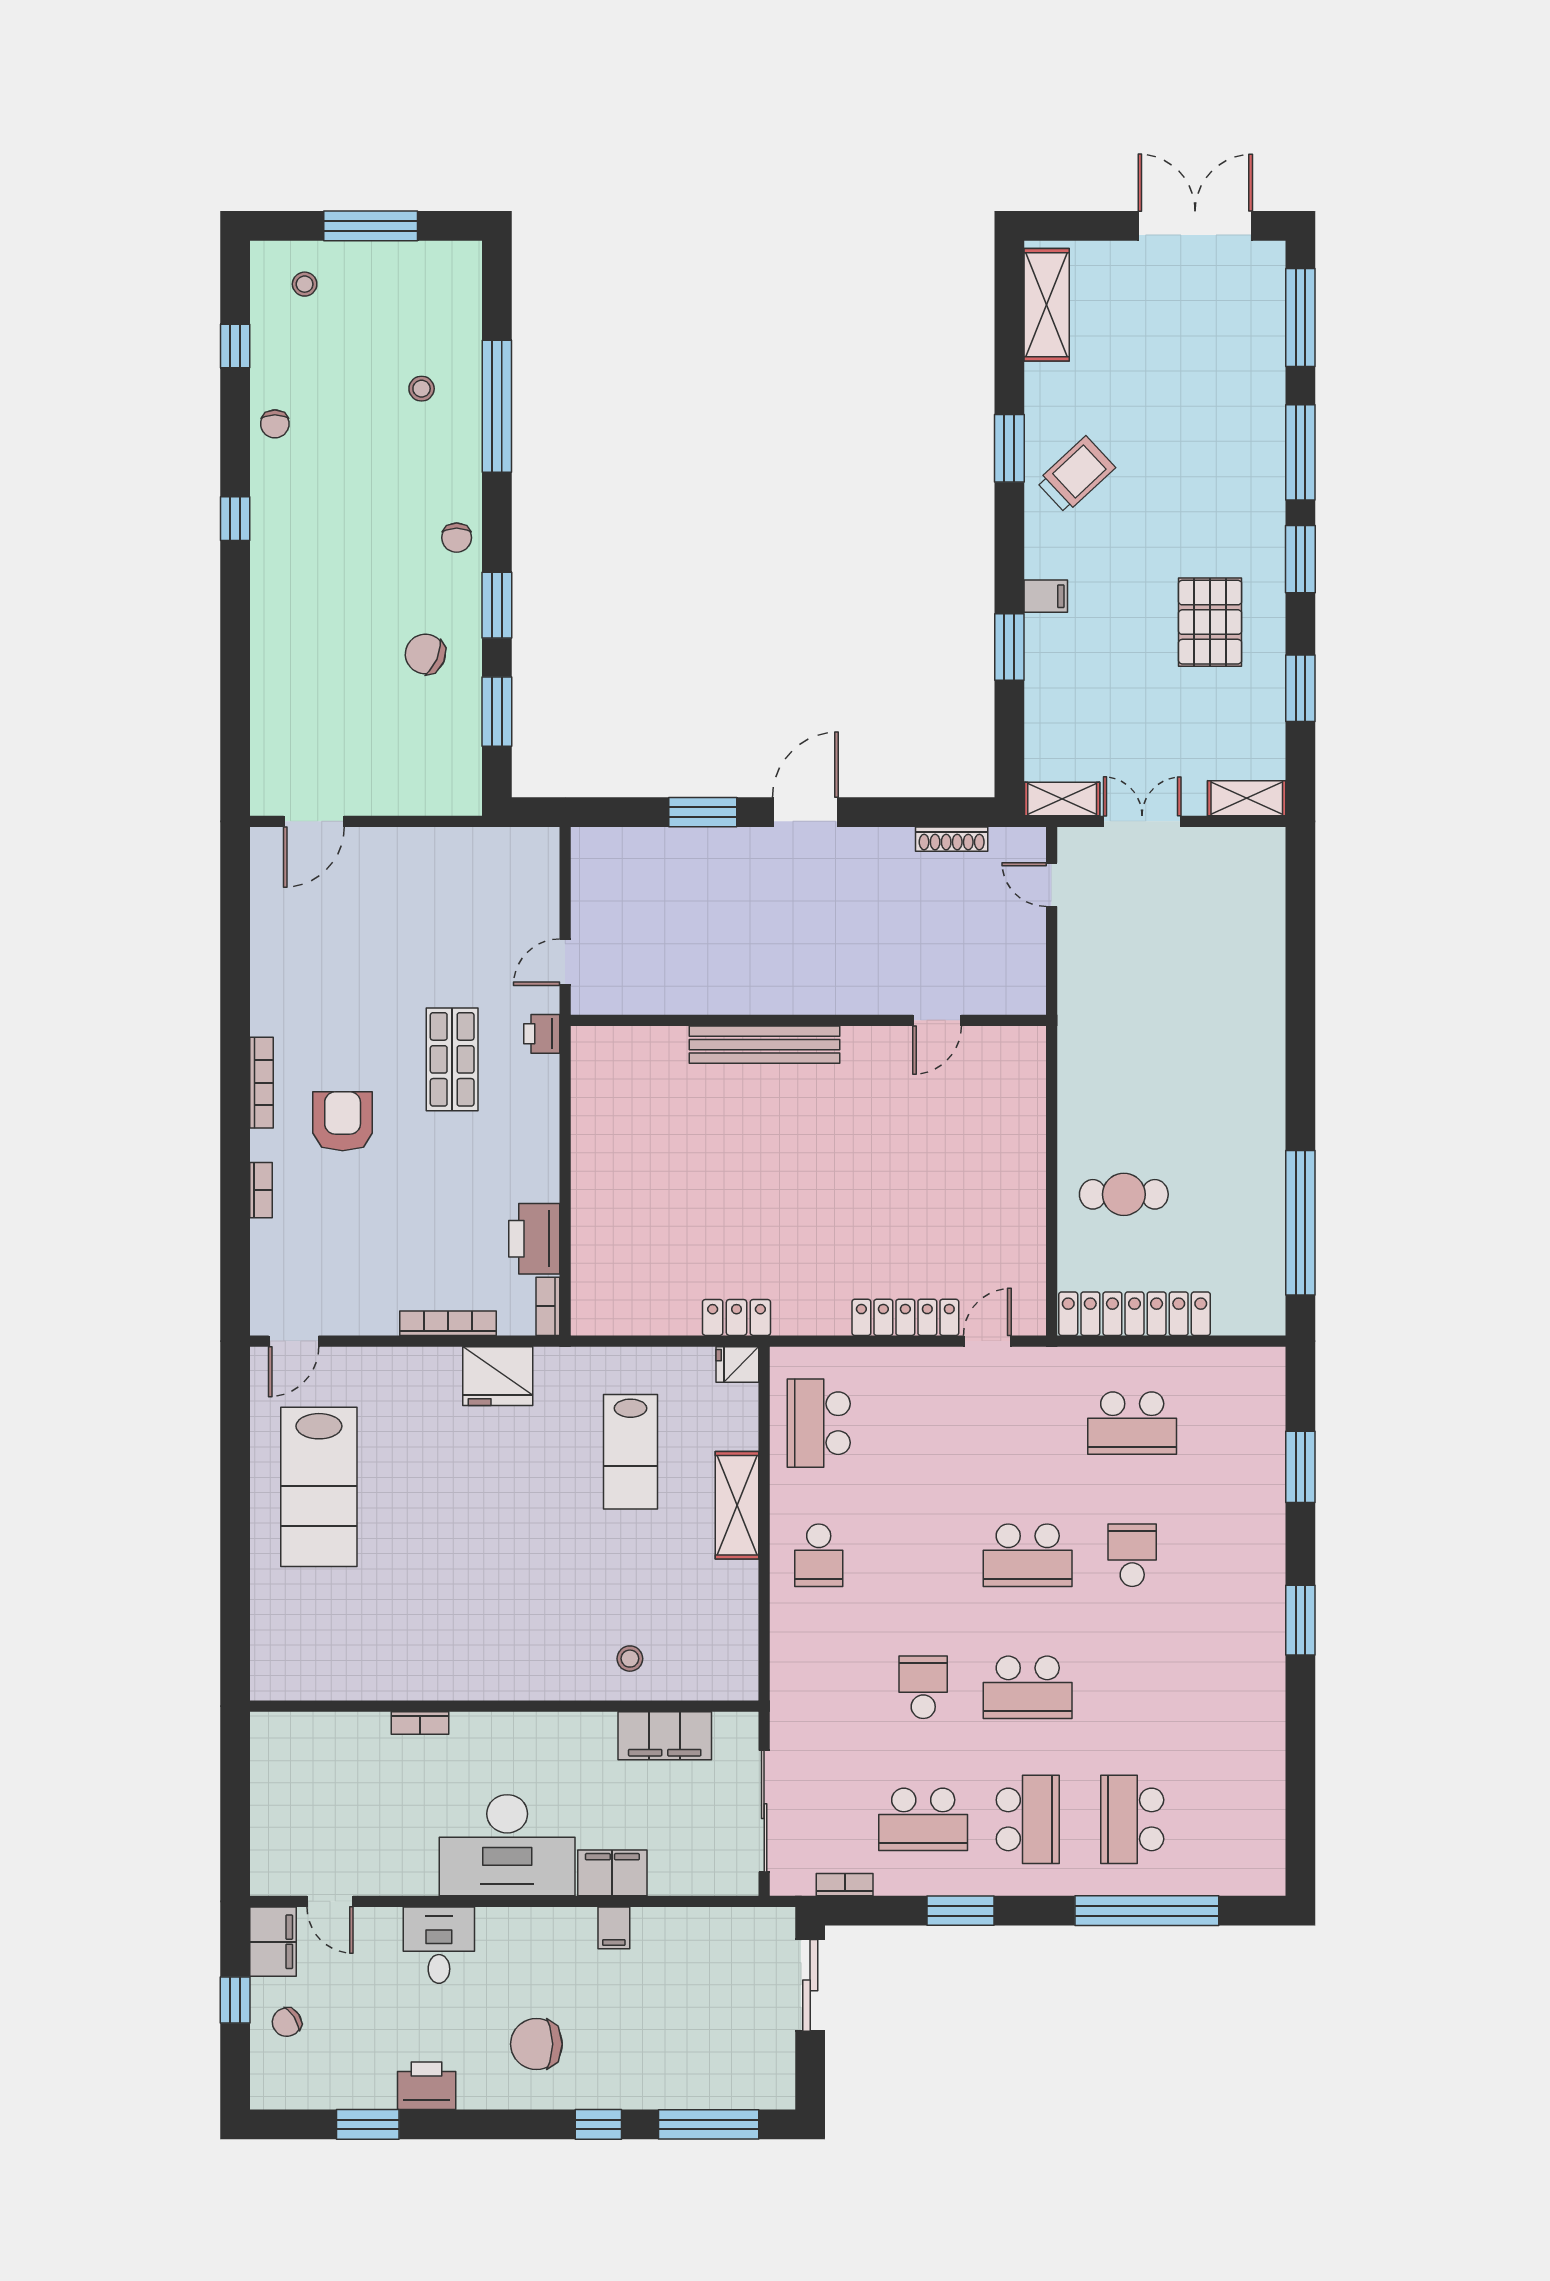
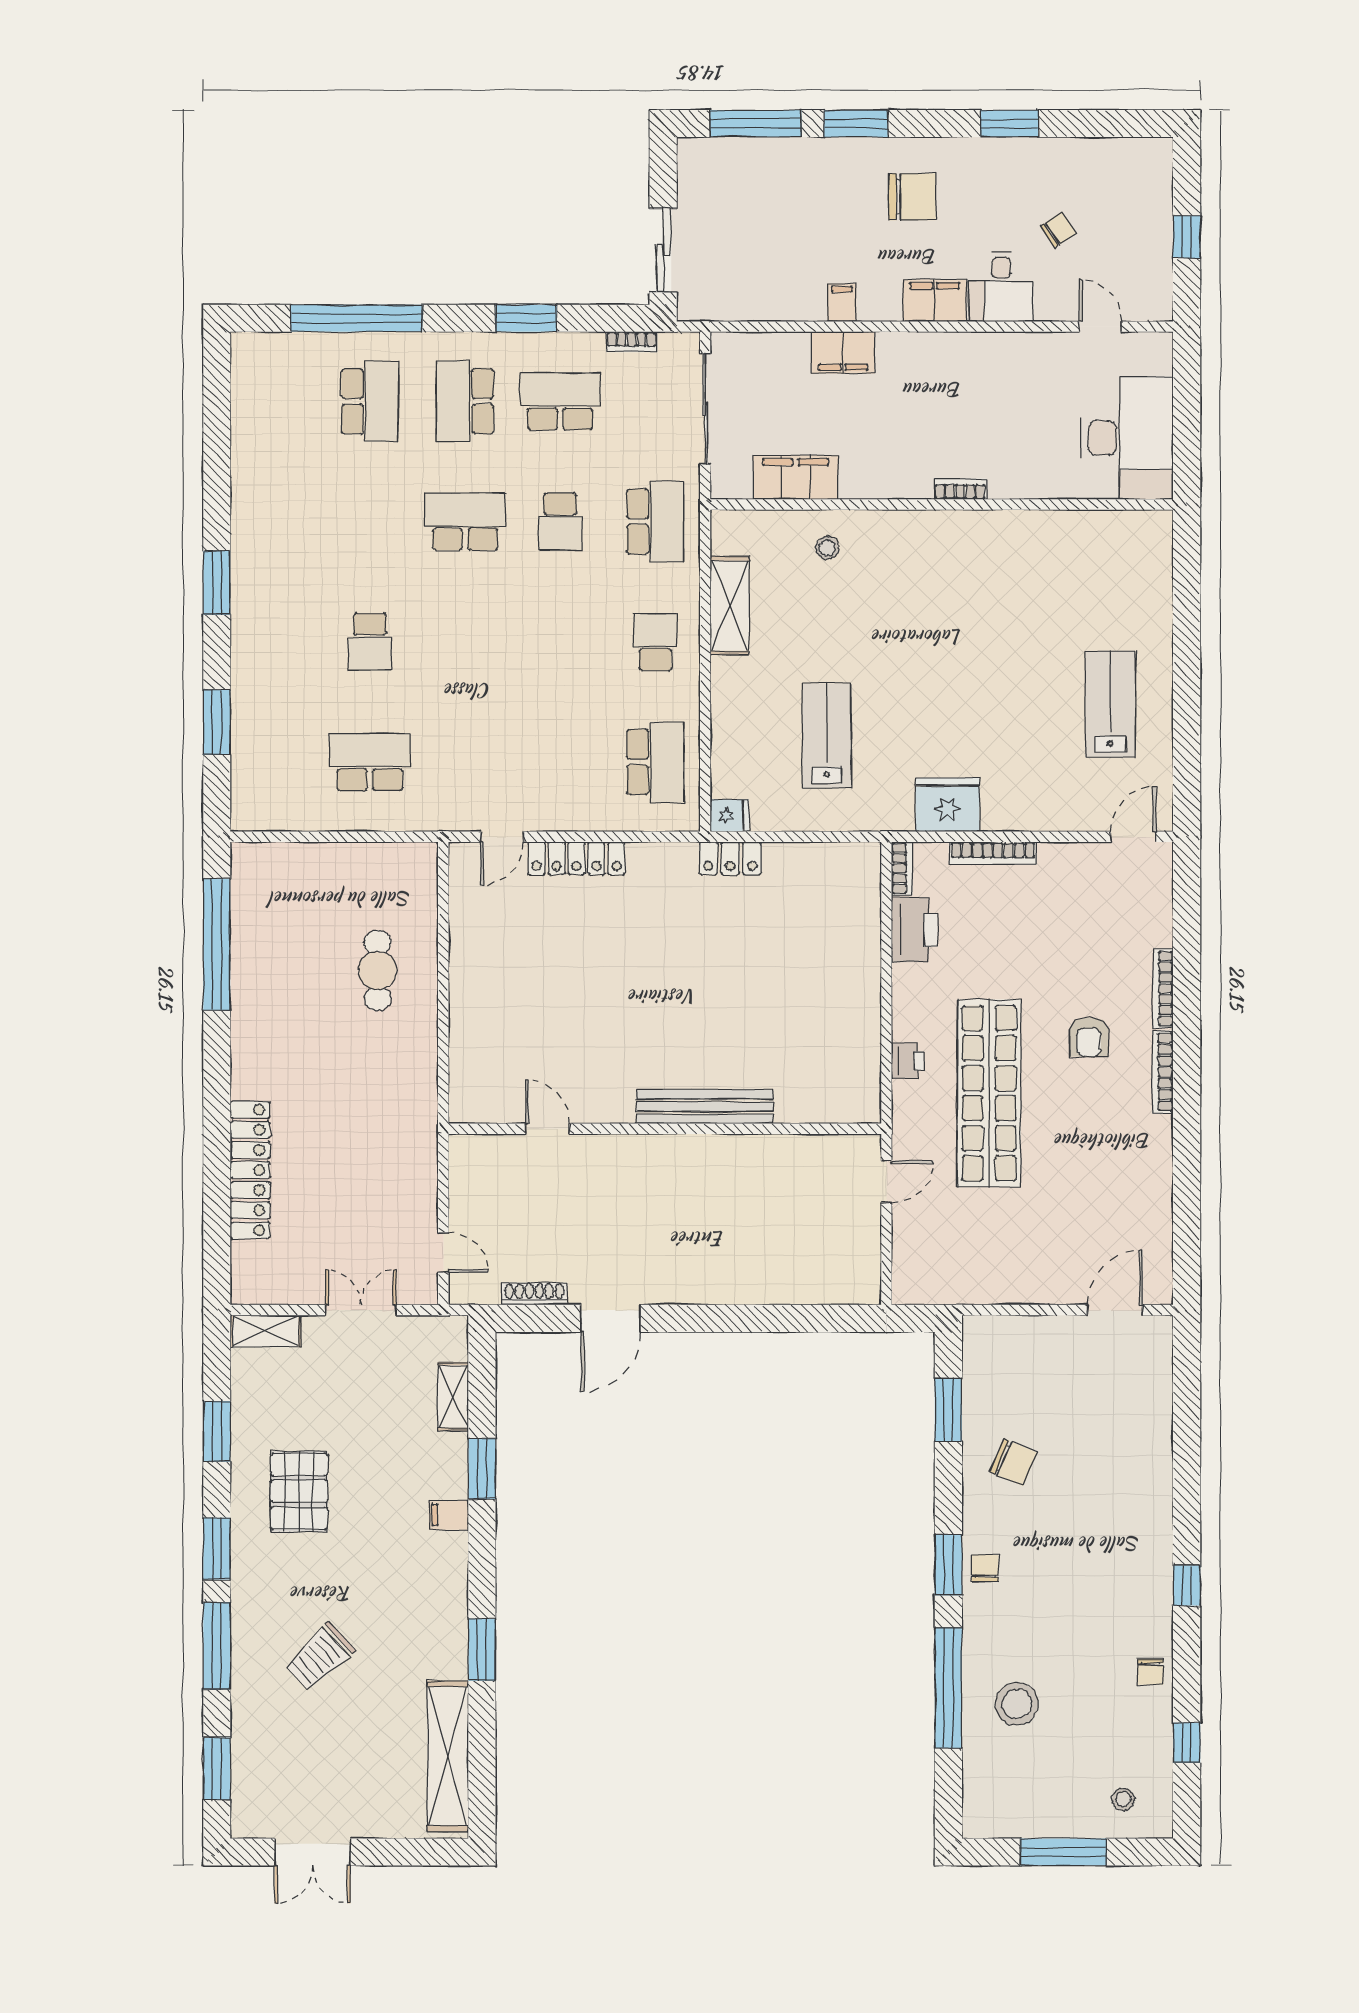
double door: (1195, 226) -> (313, 1852), width x0.73
shelving: (1047, 305) -> (448, 1756), width x1.47
window: (1300, 317) -> (217, 1769), width x0.69
stool: (422, 389) -> (1017, 1704), width x1.89, depth x1.89
chair: (275, 424) -> (1150, 1672), turned 180
trolley: (1076, 475) -> (320, 1657), moved
window: (497, 605) -> (948, 1565), moved
shelving: (1062, 799) -> (453, 1397), moved, turned 90
window: (703, 812) -> (761, 1318), removed
door: (805, 812) -> (611, 1318), moved
double door: (1142, 821) -> (361, 1310), swing flipped
door: (937, 1020) -> (548, 1129), hinge flipped
printer: (542, 1034) -> (908, 1061), moved
shop shelf: (452, 1059) -> (989, 1093), width x2.00, depth x1.36
armchair: (343, 1121) -> (1089, 1037), width x0.72, depth x0.72
bookcase: (261, 1190) -> (1163, 988), width x1.56
cafe table: (1124, 1194) -> (378, 970), turned 90
locker: (1135, 1314) -> (250, 1170), moved, turned -90
lab bench: (319, 1487) -> (1110, 704), width x0.73, depth x0.72
shelving: (737, 1505) -> (730, 606), moved
school desk: (1028, 1555) -> (655, 522), moved, turned 90
bookcase: (420, 1723) -> (960, 489), moved
desk: (507, 1845) -> (1127, 438), moved, turned 90
filing cabinet: (273, 1942) -> (934, 300), moved, turned 90
chair: (287, 2022) -> (1058, 230), moved
printer: (427, 2086) -> (1012, 159), removed
window: (368, 2124) -> (1009, 124), moved
window: (598, 2124) -> (856, 124), width x1.50

